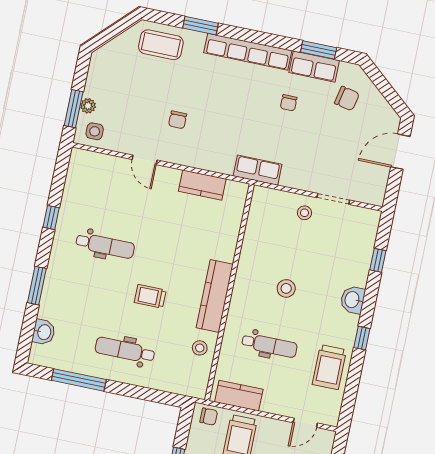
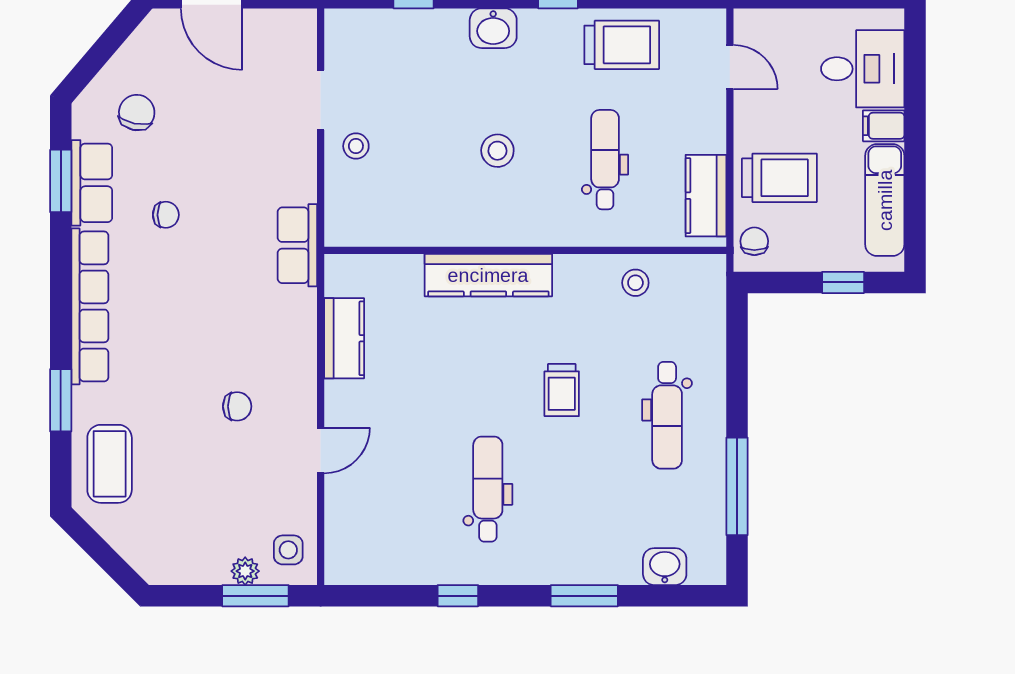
kitchen counter: (215, 296) -> (488, 275), moved

